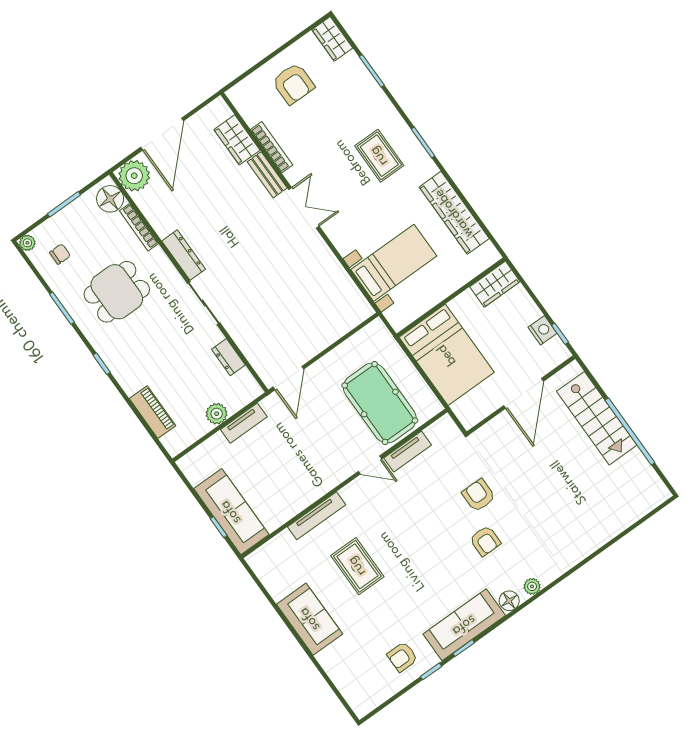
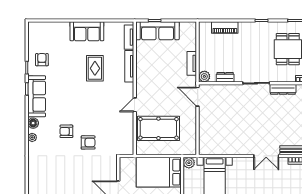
plant: (399, 319) -> (189, 163), added
plant: (217, 414) -> (204, 76), moved
tv unit: (408, 451) -> (129, 37), moved
rug: (357, 566) -> (95, 68), turned 90

